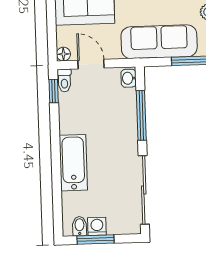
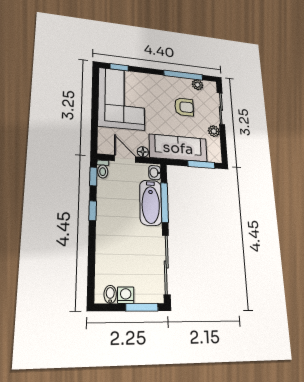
floor lamp: (63, 54) -> (143, 152), moved
window: (55, 133) -> (93, 211), added
bathtub: (73, 163) -> (151, 203), moved, turned 180
window: (96, 240) -> (142, 307), moved

